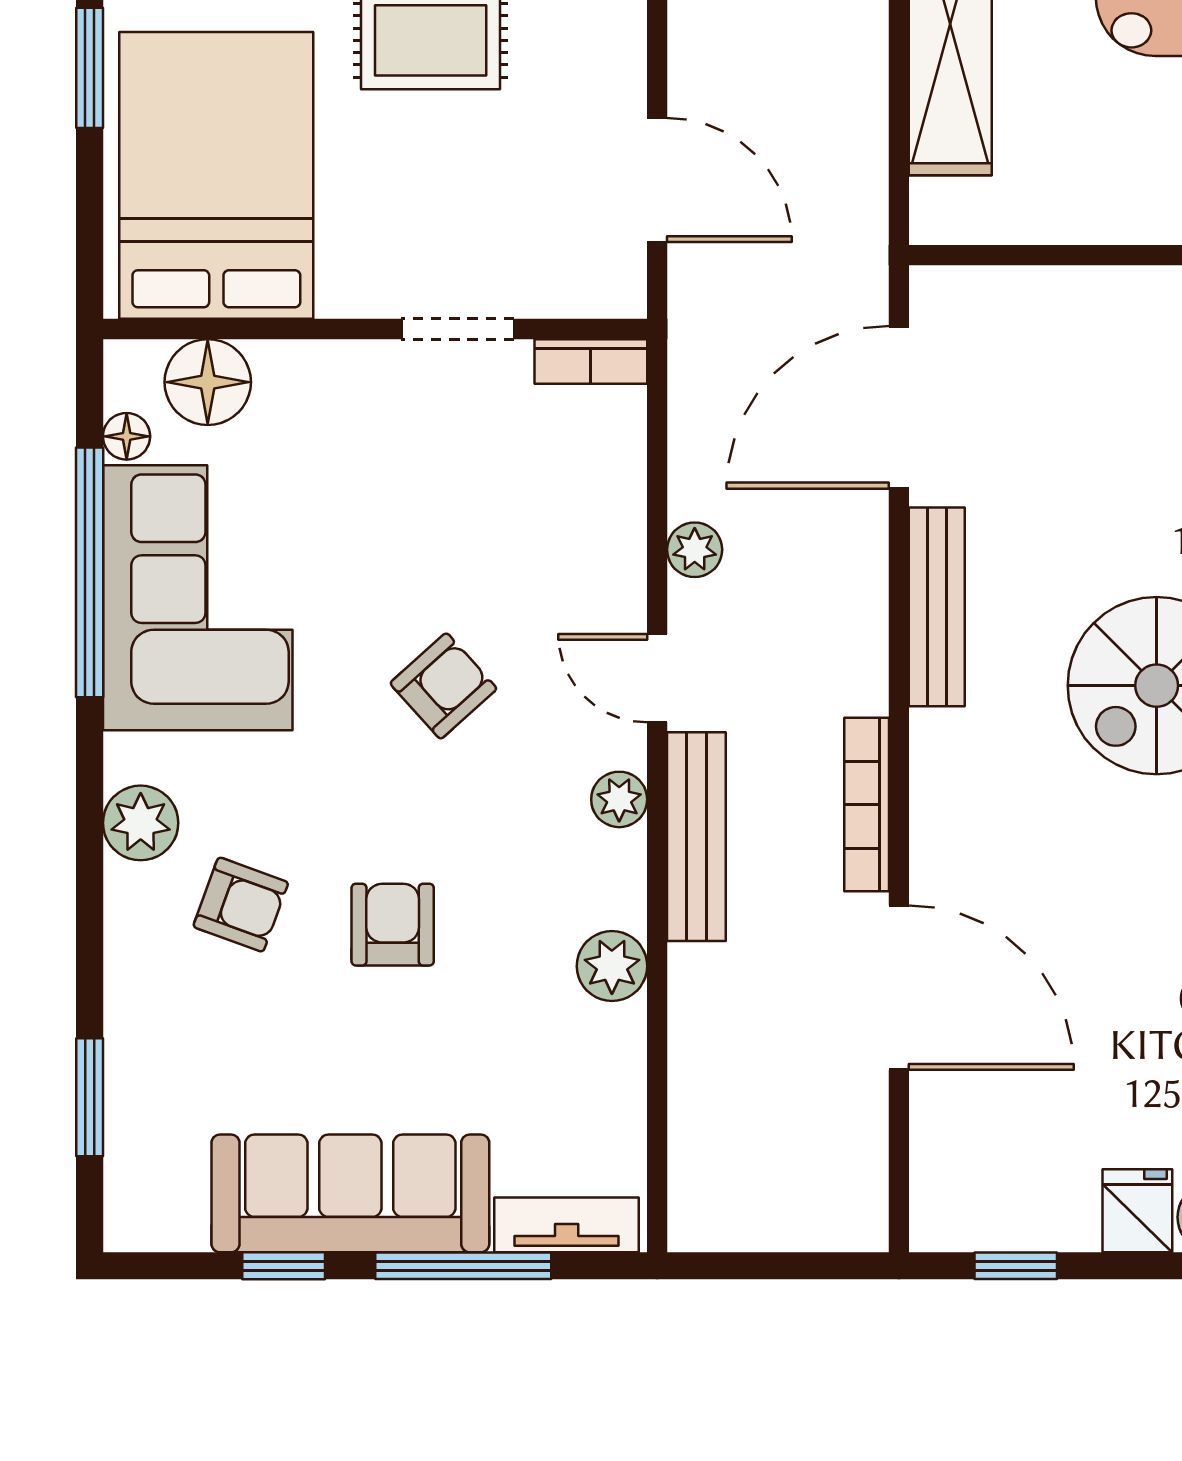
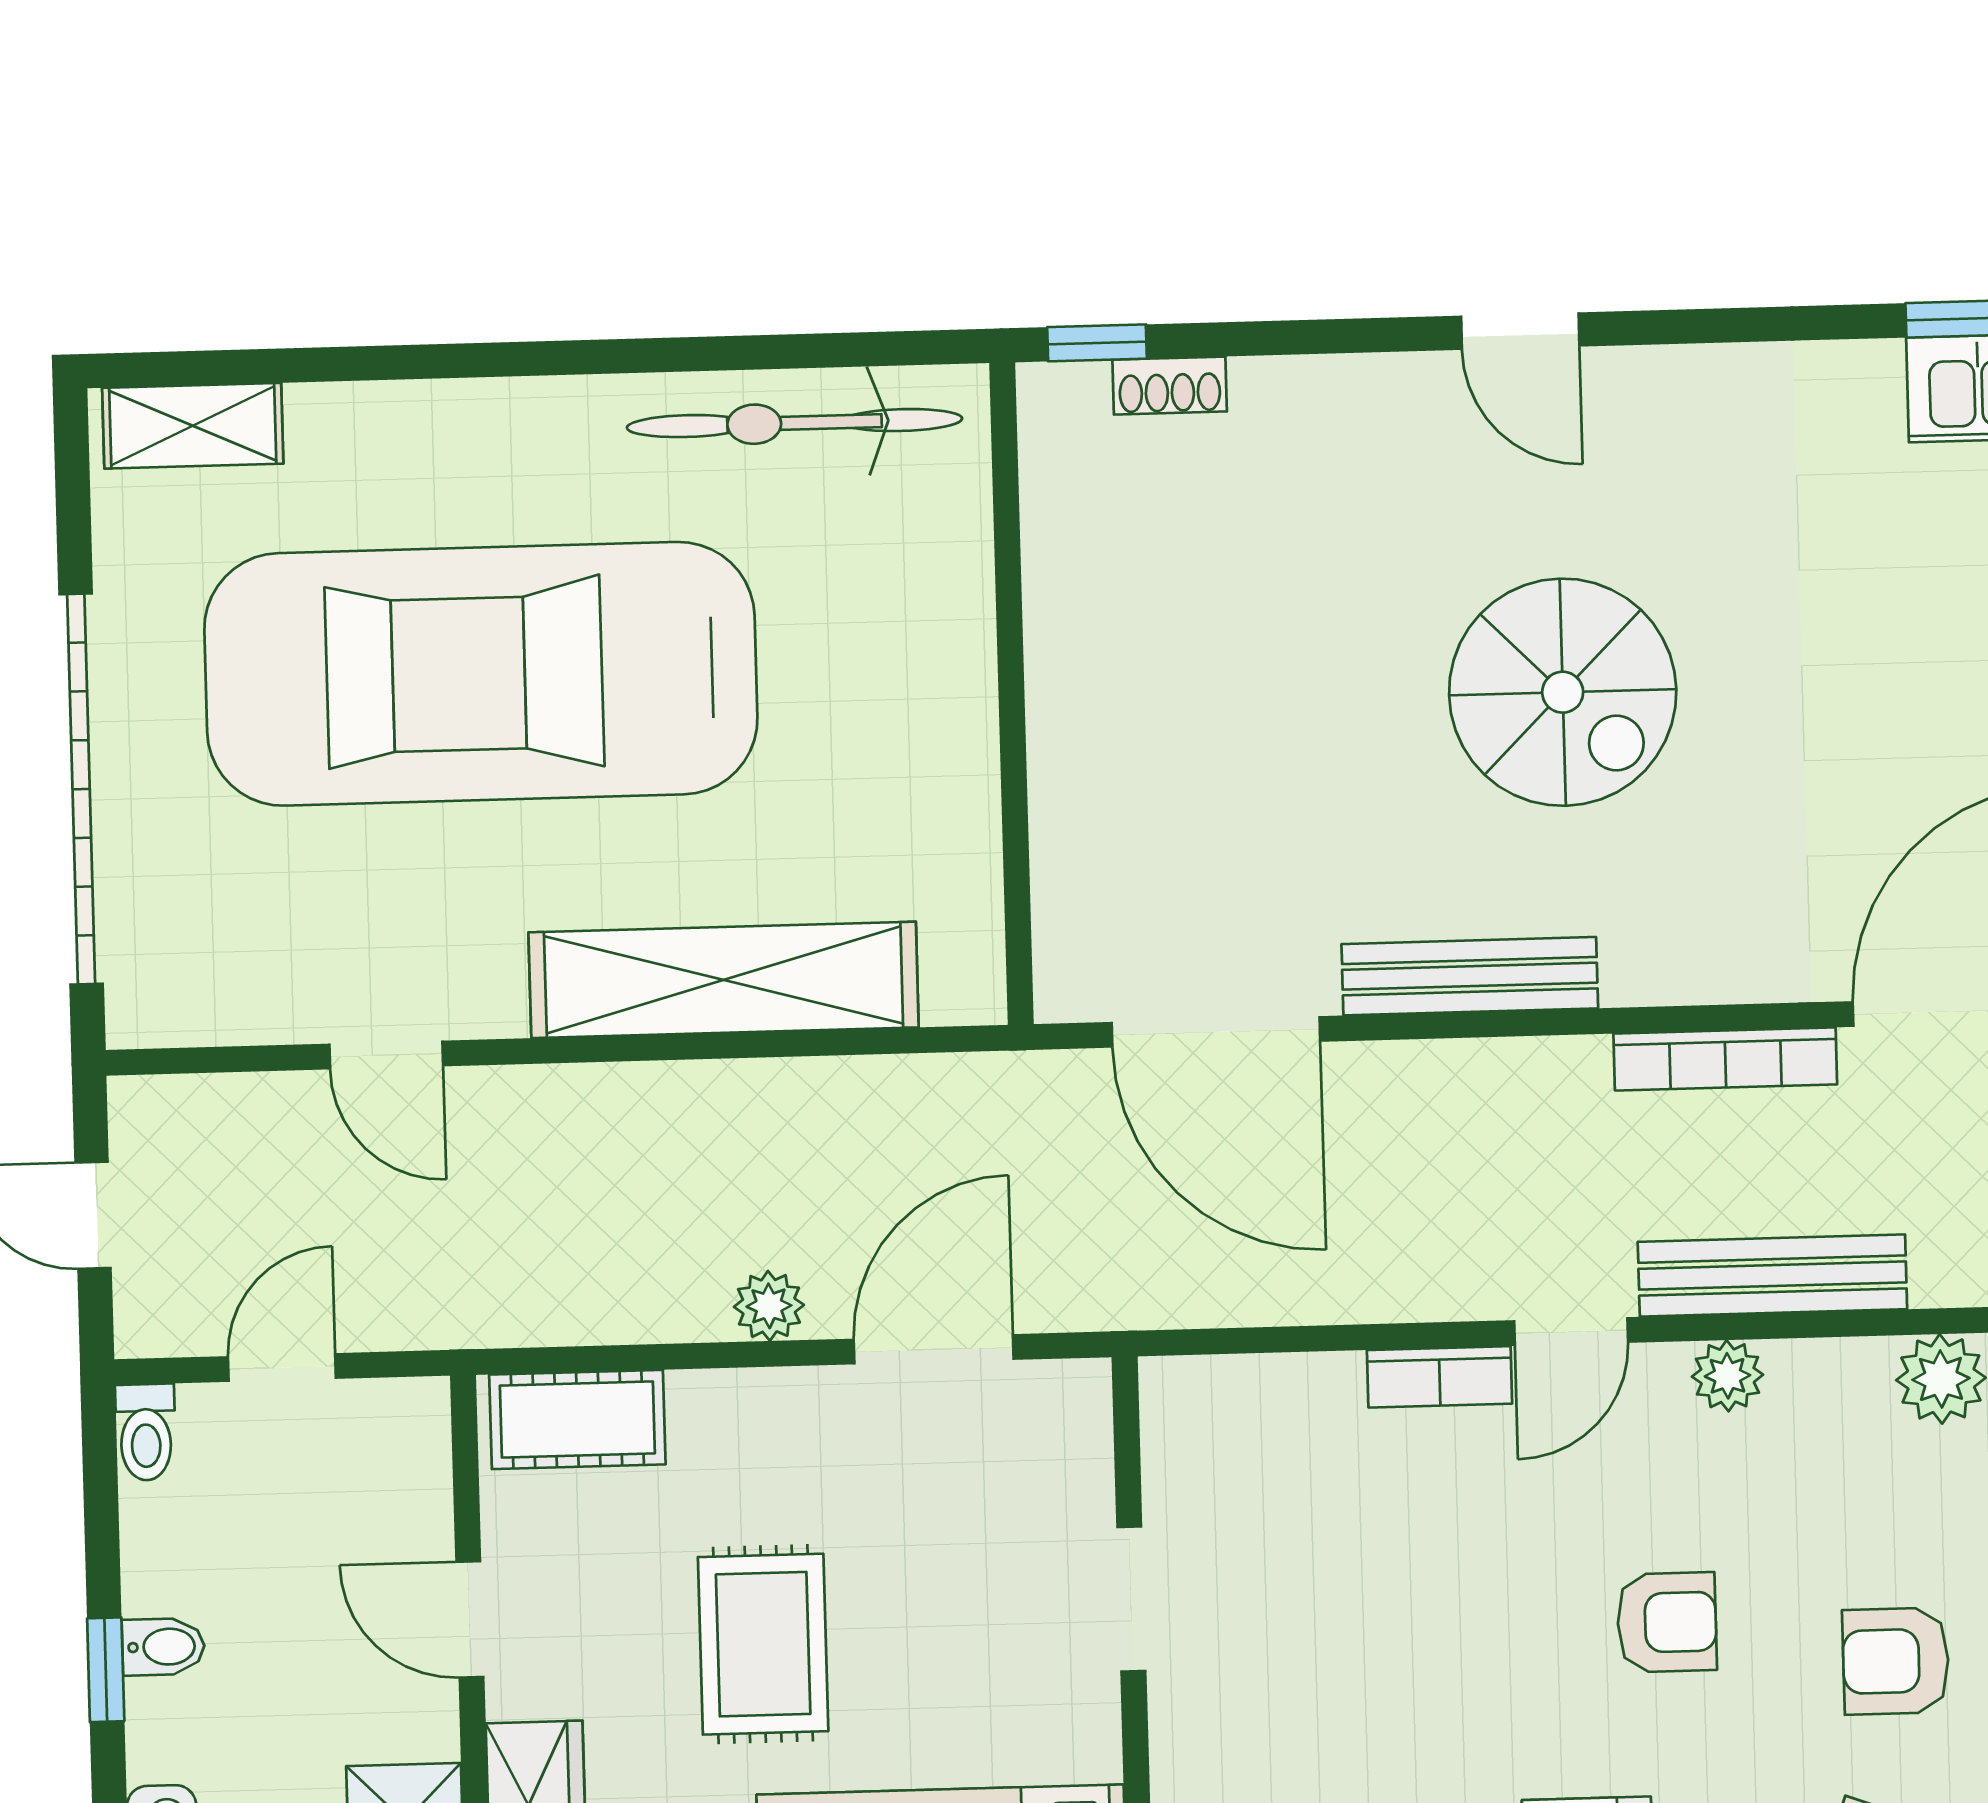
bookcase: (591, 361) -> (1440, 1377), moved, turned 90
plant: (695, 550) -> (769, 1306), moved
armchair: (443, 686) -> (1667, 1622), moved, turned 132

